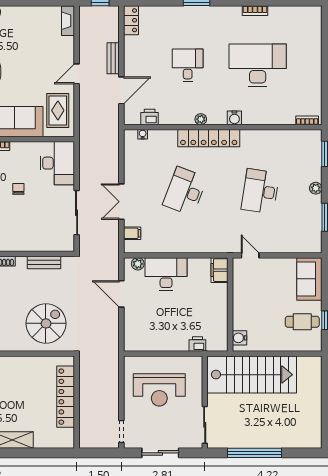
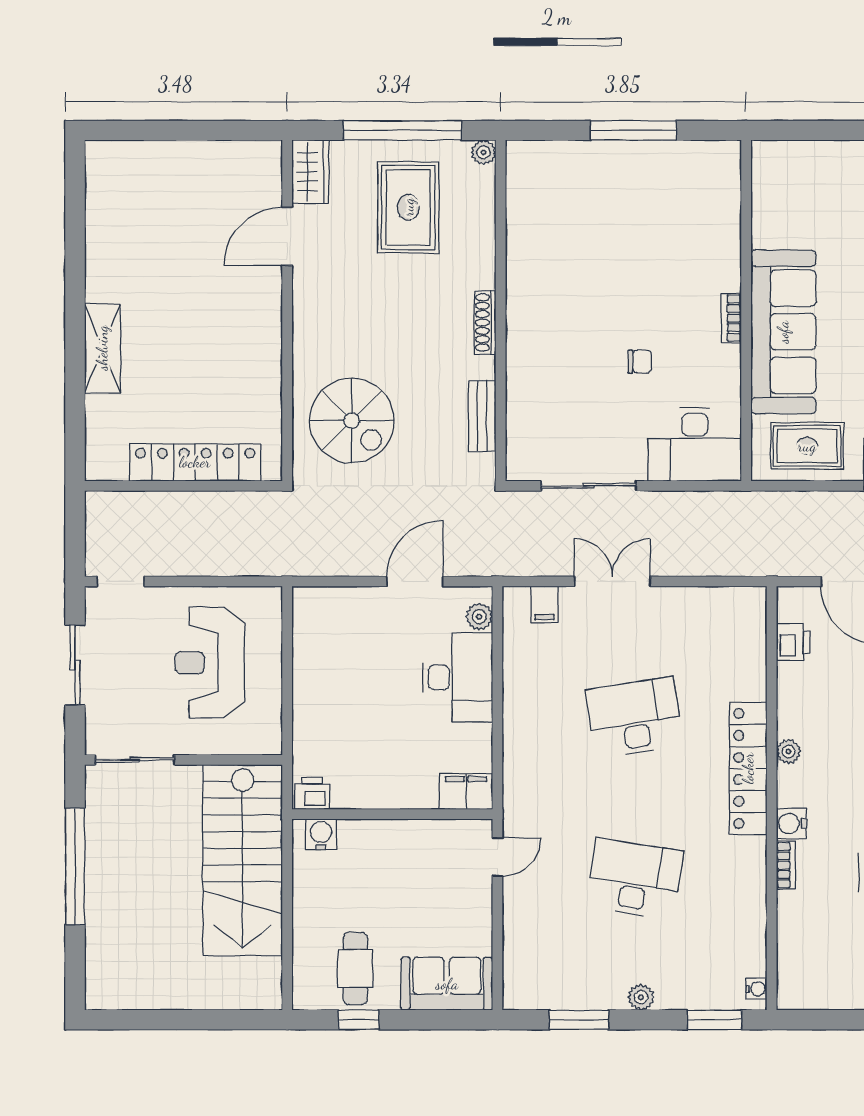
bookcase: (307, 120) -> (786, 865), moved
water cooler: (143, 134) -> (756, 989), moved
desk: (185, 191) -> (634, 718), turned -30
printer: (197, 344) -> (312, 793), moved, turned -90

